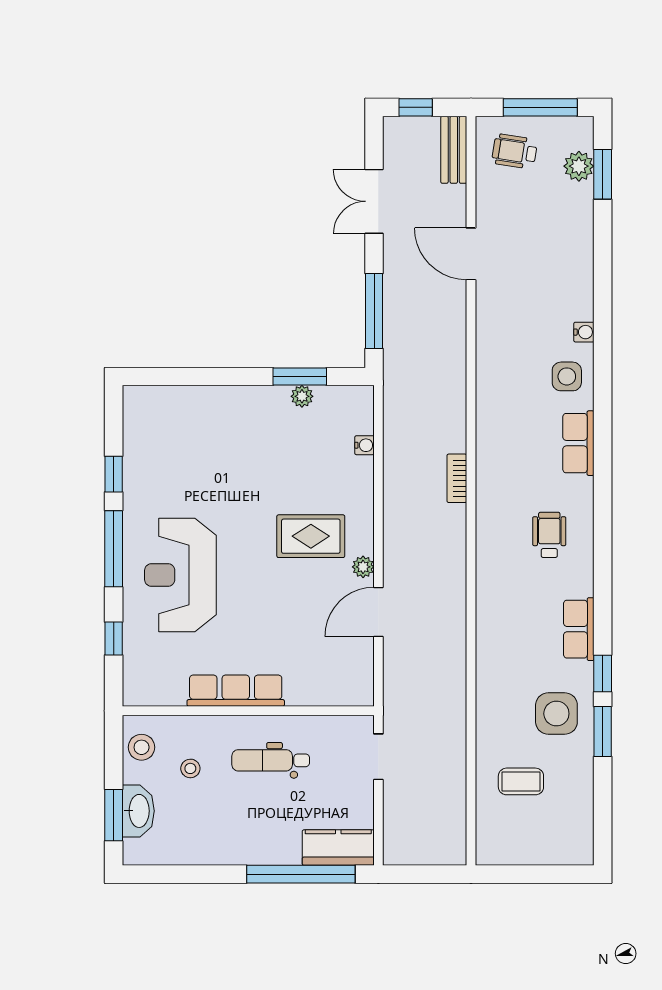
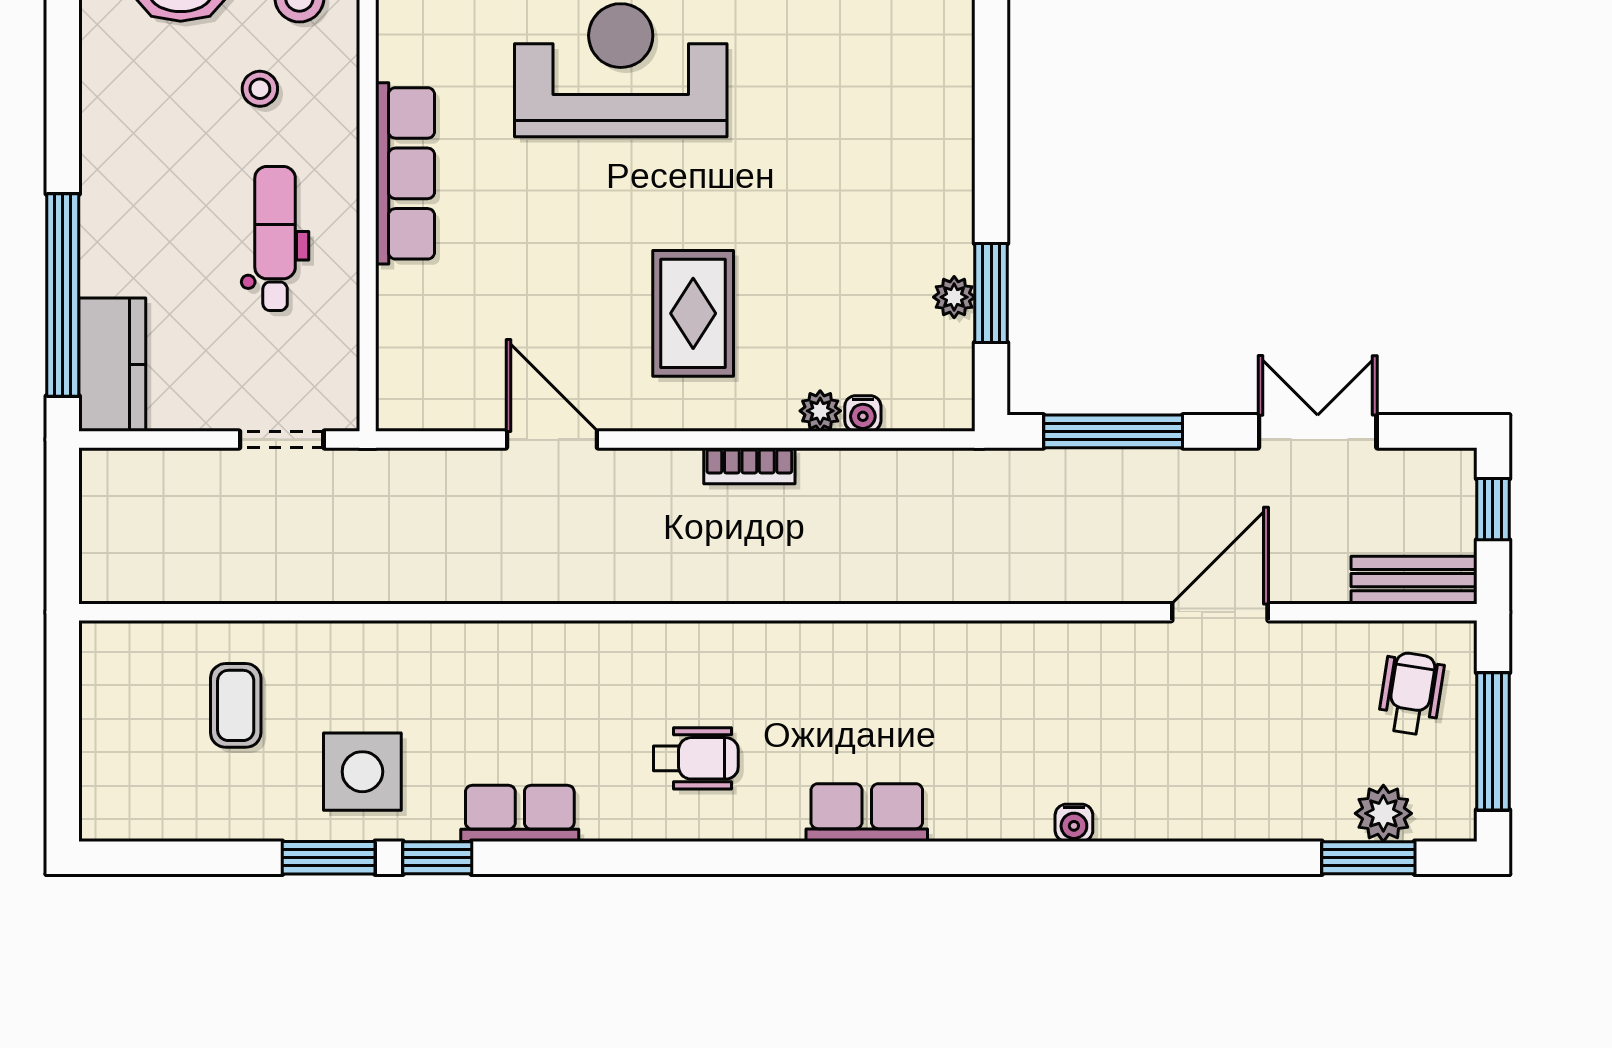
side table: (567, 376) -> (991, 791), removed
bookcase: (457, 478) -> (749, 466), moved, turned 180
plant: (363, 567) -> (820, 411), moved

